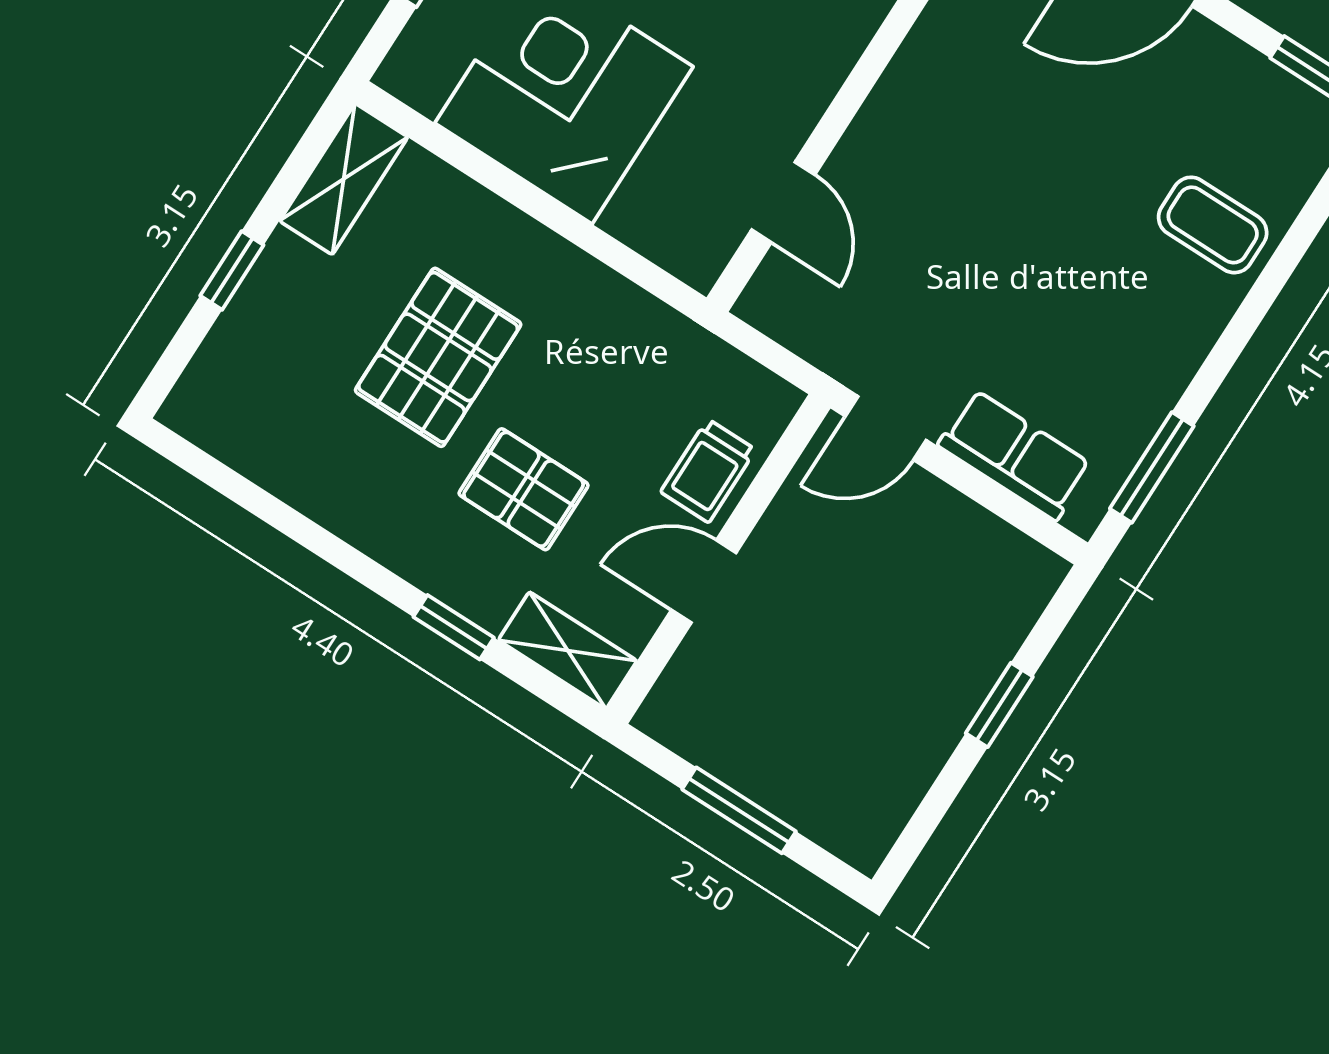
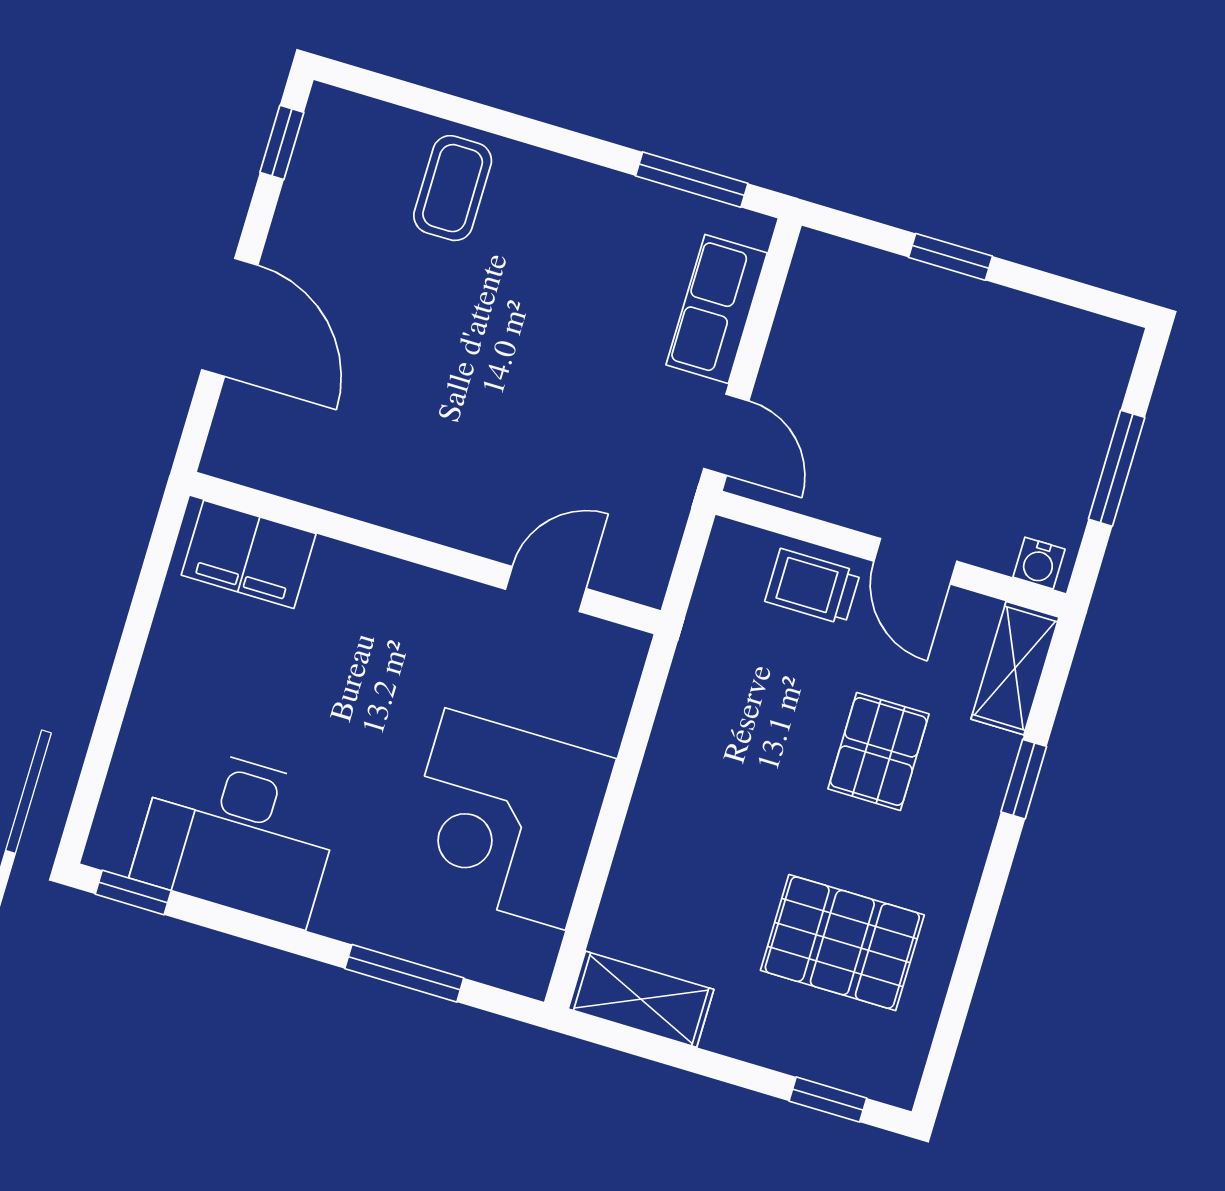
window: (232, 270) -> (828, 1100), moved
pallet: (438, 357) -> (842, 943), moved
trolley: (708, 471) -> (813, 587), turned 180
water cooler: (666, 705) -> (1039, 563), added

